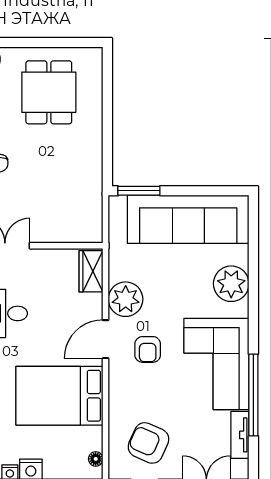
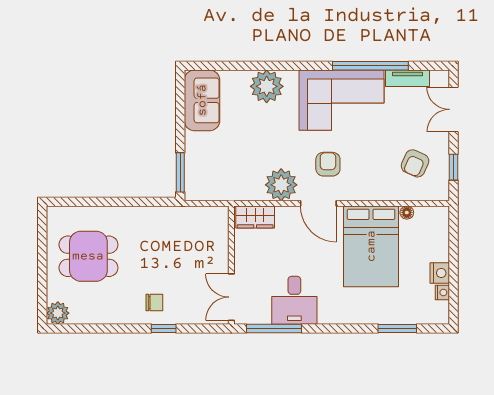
sofa: (188, 219) -> (202, 100), width x0.54, depth x0.79
armchair: (148, 349) -> (328, 164), turned -90
armchair: (148, 443) -> (415, 163), width x0.72, depth x0.72
floor lamp: (96, 459) -> (407, 213), moved

